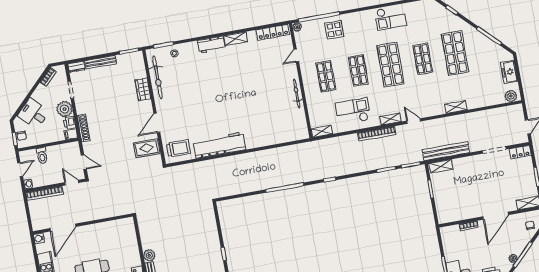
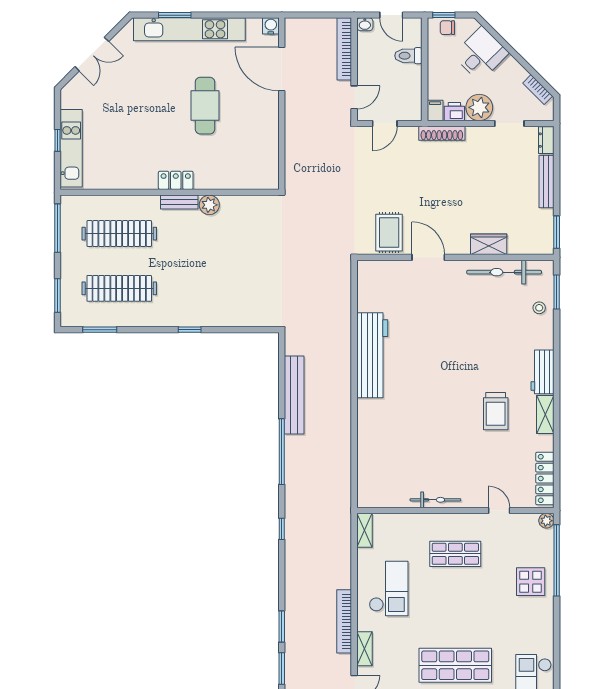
shop shelf: (358, 70) -> (455, 610), removed
trolley: (178, 148) -> (496, 411), moved
bench: (251, 186) -> (294, 395), added

